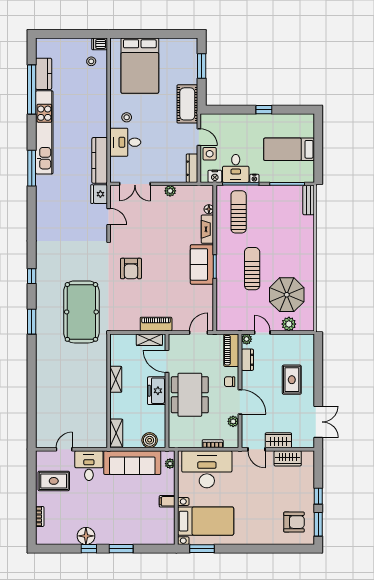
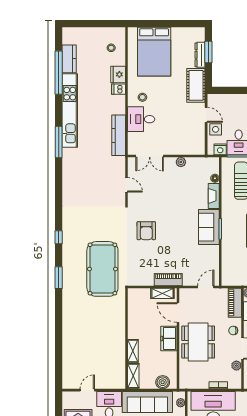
dishwasher: (100, 44) -> (119, 89), moved
dresser: (192, 168) -> (200, 55), moved
fridge: (99, 194) -> (118, 74), moved
shelving: (116, 379) -> (133, 351), moved

